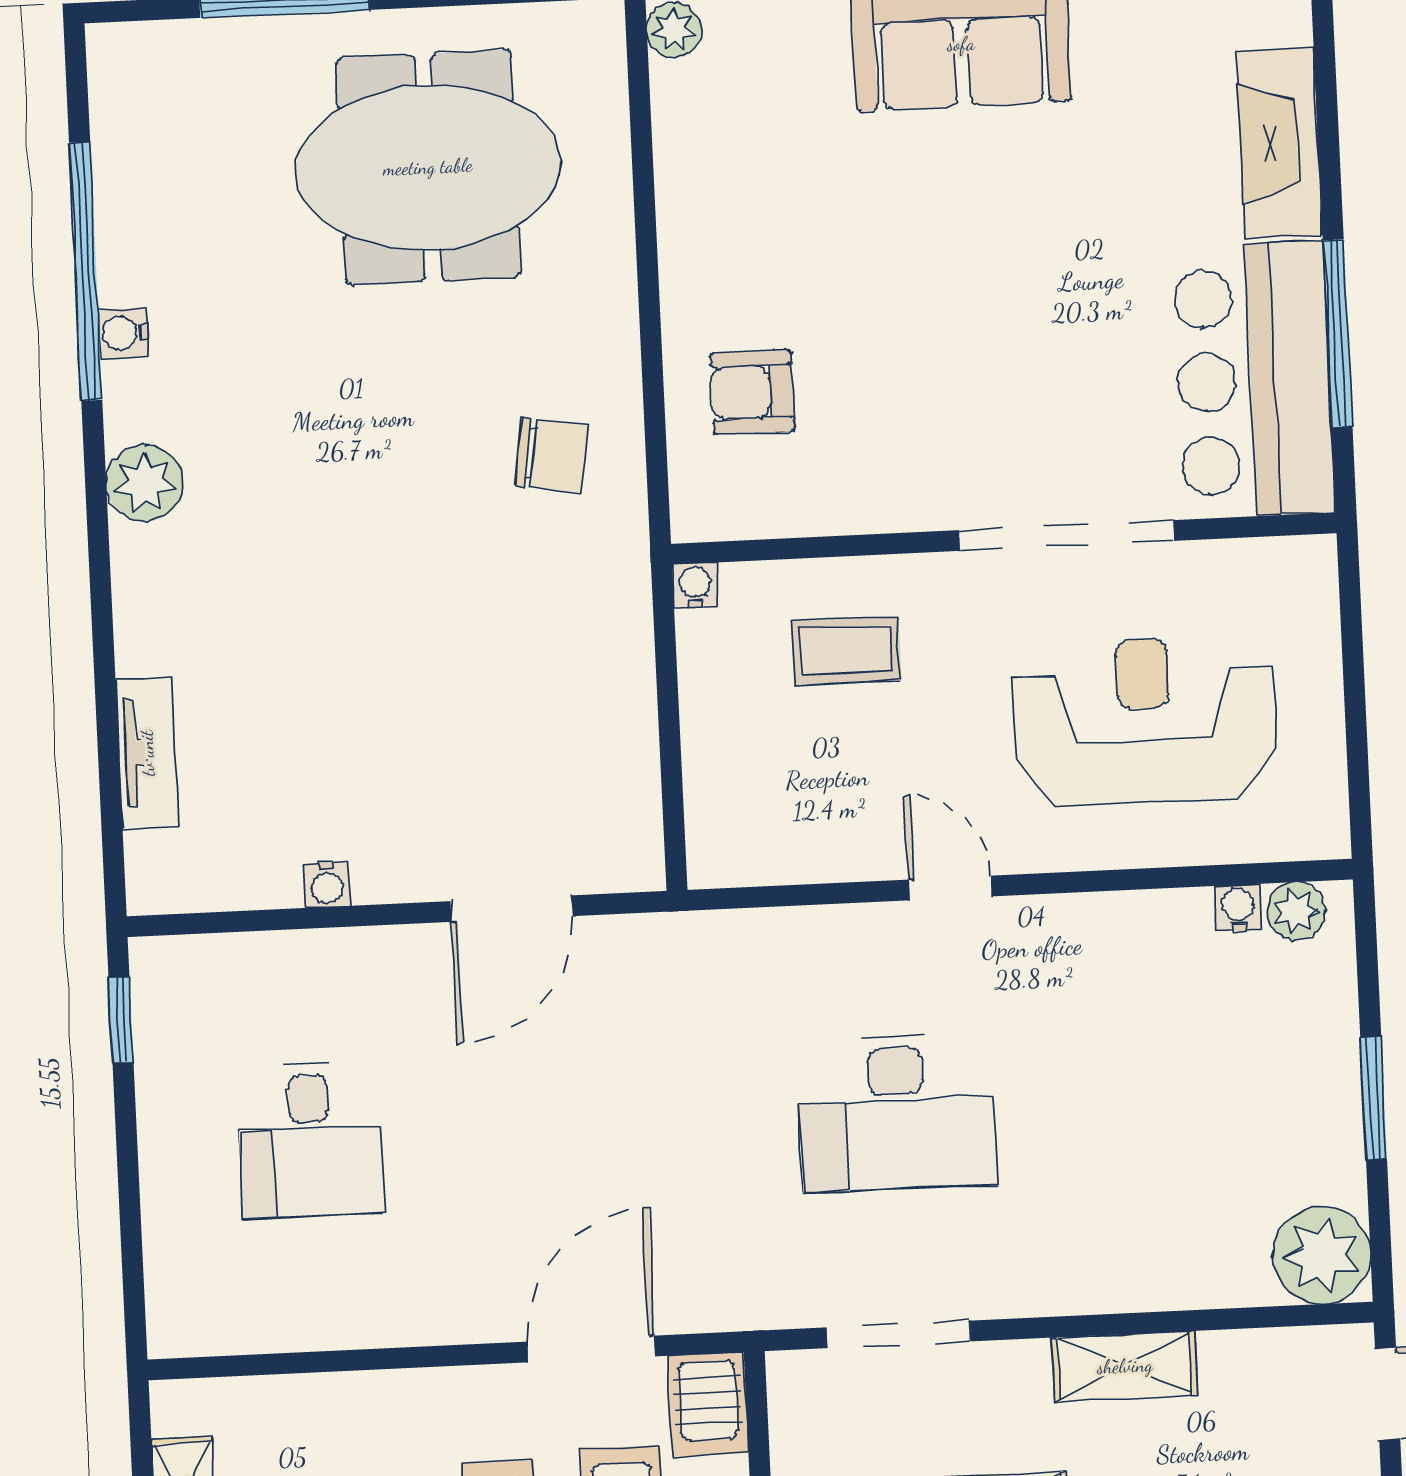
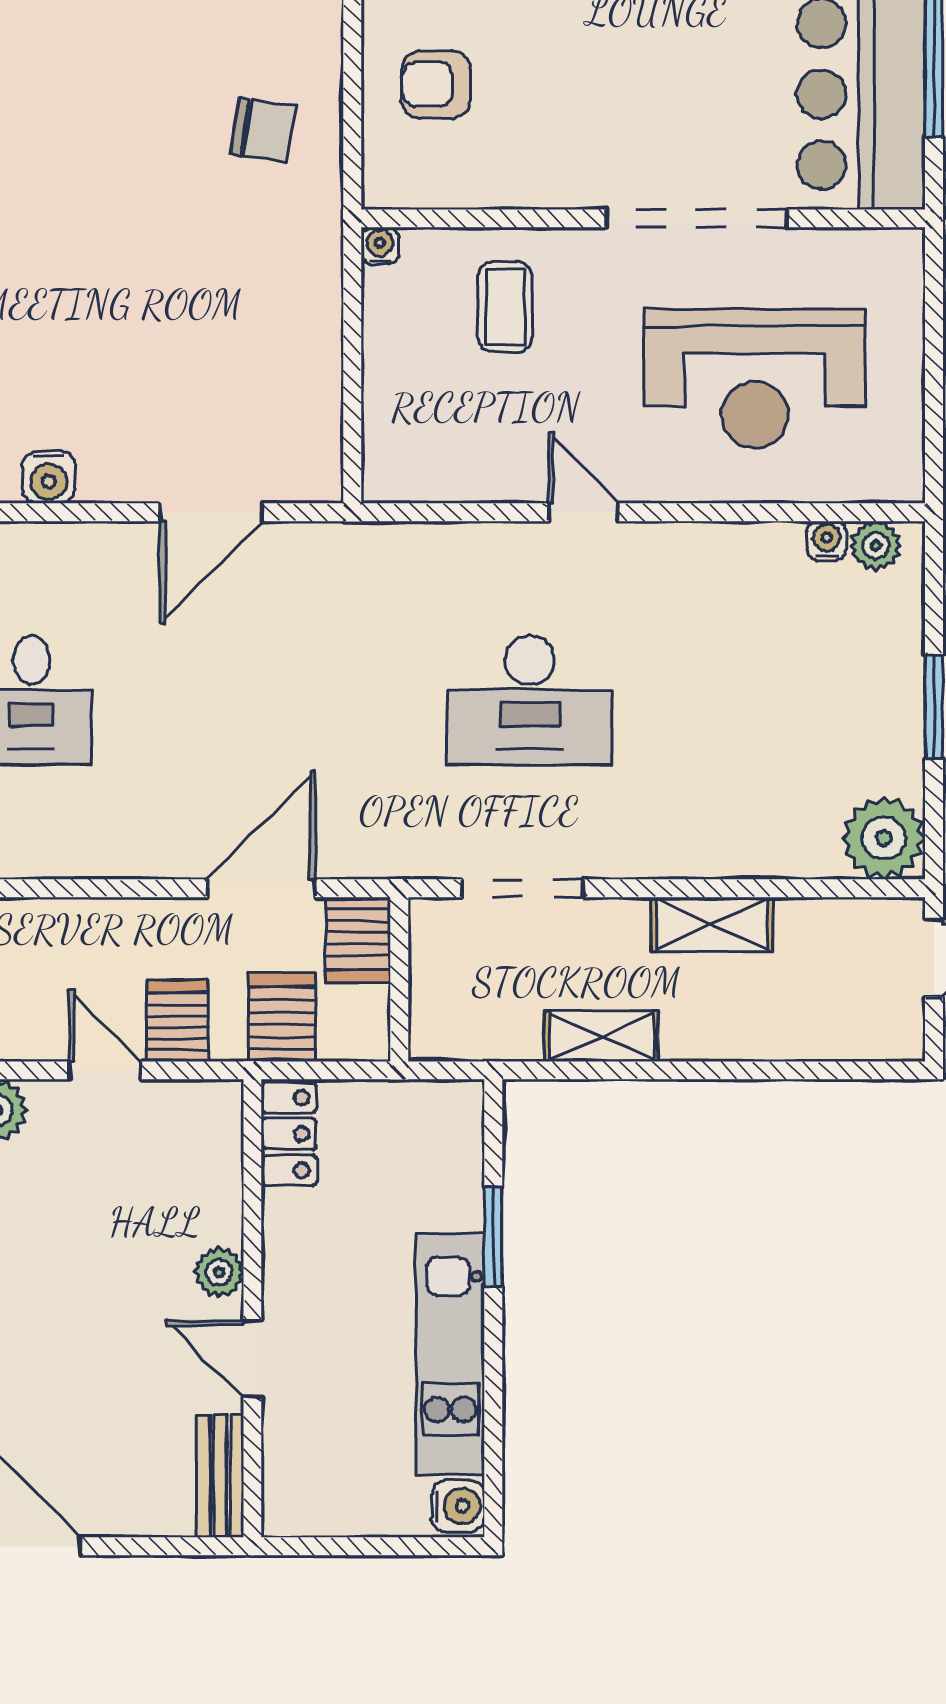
coffee table: (846, 650) -> (505, 307), turned 90
reception desk: (1144, 721) -> (755, 379), turned 180
water cooler: (327, 885) -> (49, 477), width x1.38, depth x1.38

